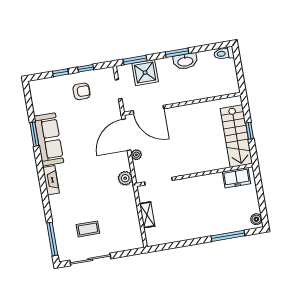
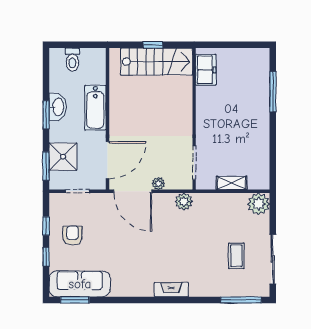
toilet: (224, 53) -> (72, 60), moved
bathtub: (190, 92) -> (95, 108), added
window: (34, 134) -> (75, 300), moved
sofa: (49, 139) -> (80, 284), moved
boiler: (256, 219) -> (259, 55), removed
plant: (134, 240) -> (259, 204), added

